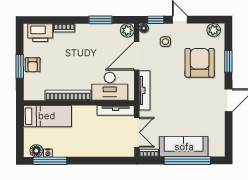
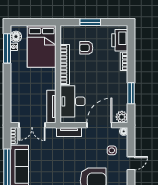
window: (156, 20) -> (131, 142), removed
door: (137, 56) -> (99, 125), hinge flipped
armchair: (33, 65) -> (86, 48), moved
tv unit: (145, 90) -> (69, 132), width x0.71
bed: (47, 116) -> (42, 46), width x1.50

